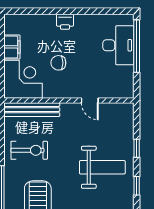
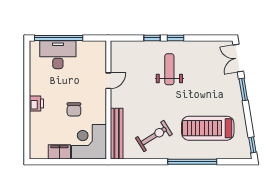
exercise bike: (29, 150) -> (154, 136), turned 58
weight bench: (102, 167) -> (169, 69), width x0.73, depth x0.75
window: (137, 186) -> (176, 38), moved

